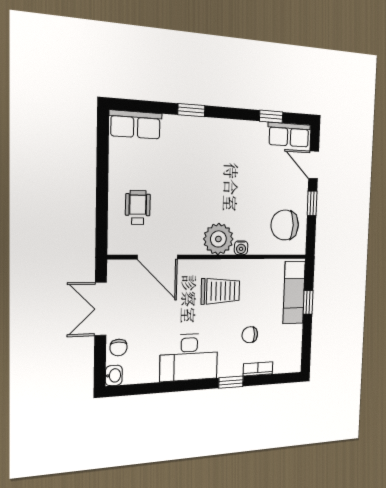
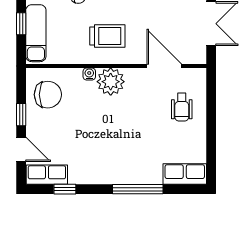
window: (191, 110) -> (138, 189), width x2.17
trolley: (220, 291) -> (107, 36), turned 180

